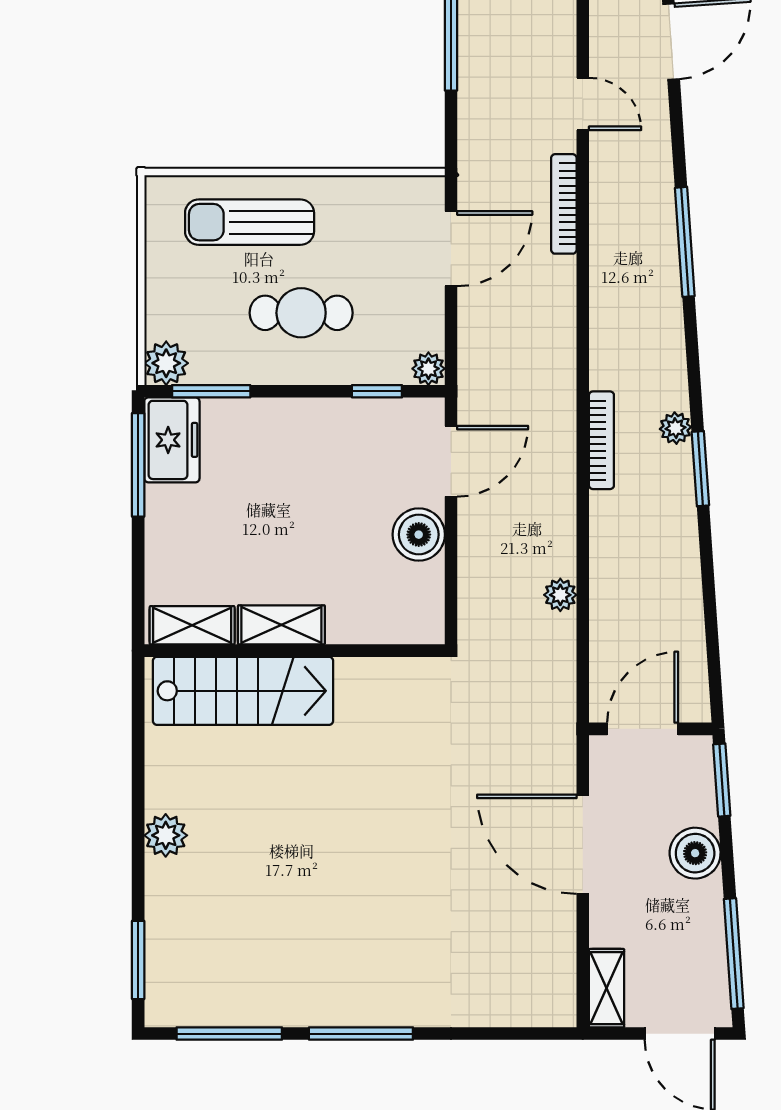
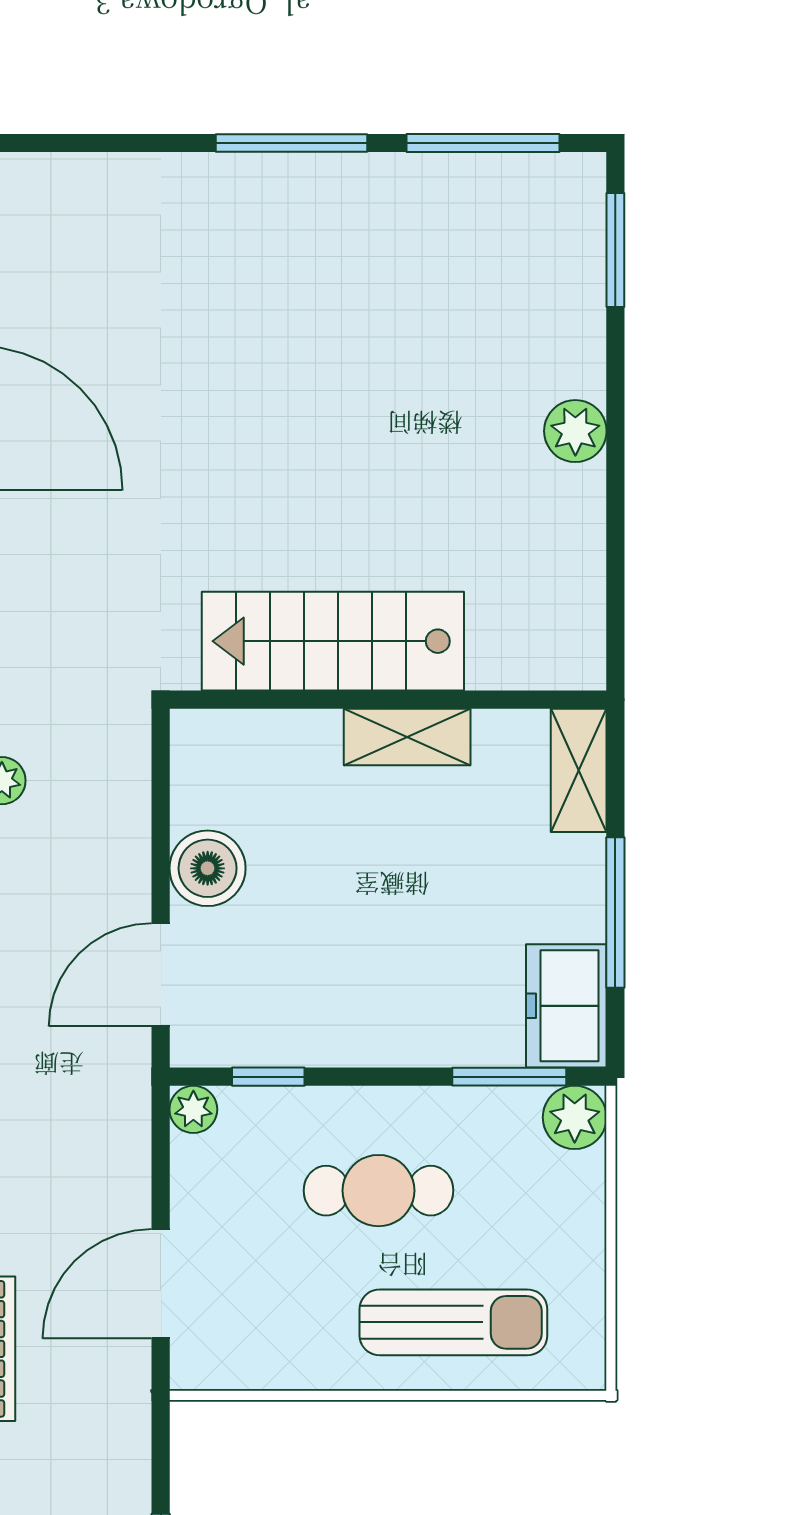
window: (138, 465) -> (615, 913), moved
shelving: (192, 625) -> (579, 770), moved, turned 90
stairs: (243, 691) -> (333, 641), moved

